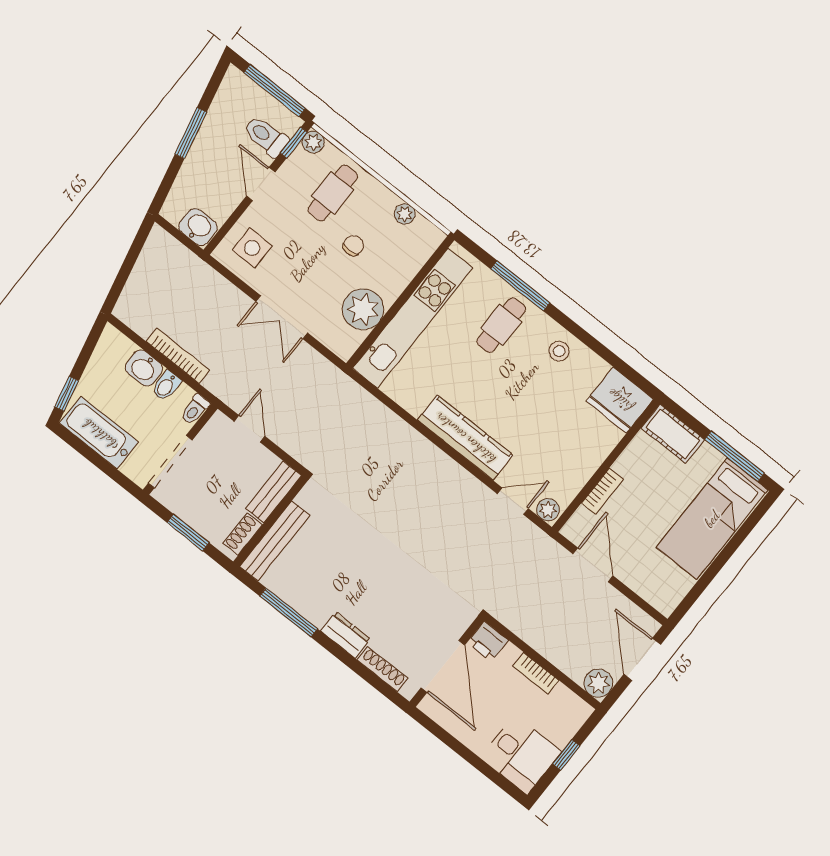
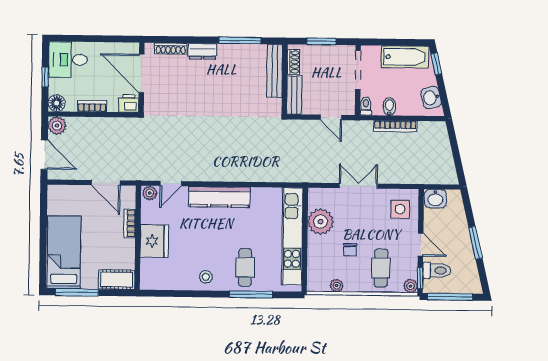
washbasin: (144, 368) -> (431, 98), moved, turned -103
fridge: (620, 400) -> (154, 241), moved, turned 90
floor lamp: (577, 711) -> (57, 103), added

